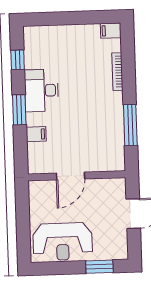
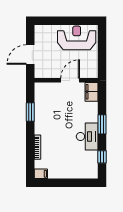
window: (130, 125) -> (30, 112), width x0.69
filing cabinet: (36, 134) -> (92, 92), moved, width x2.00
window: (99, 267) -> (53, 21), removed

